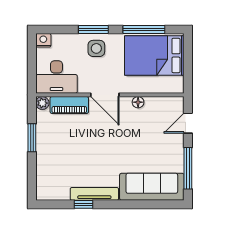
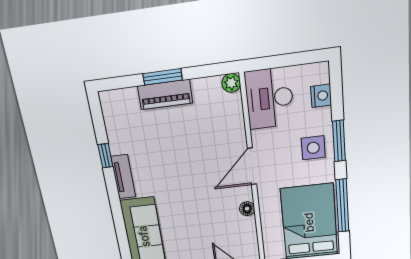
nightstand: (43, 40) -> (321, 96), moved
piano: (69, 105) -> (165, 95), moved, turned -90
window: (32, 138) -> (163, 77), moved
tv unit: (94, 194) -> (123, 177), width x0.71

